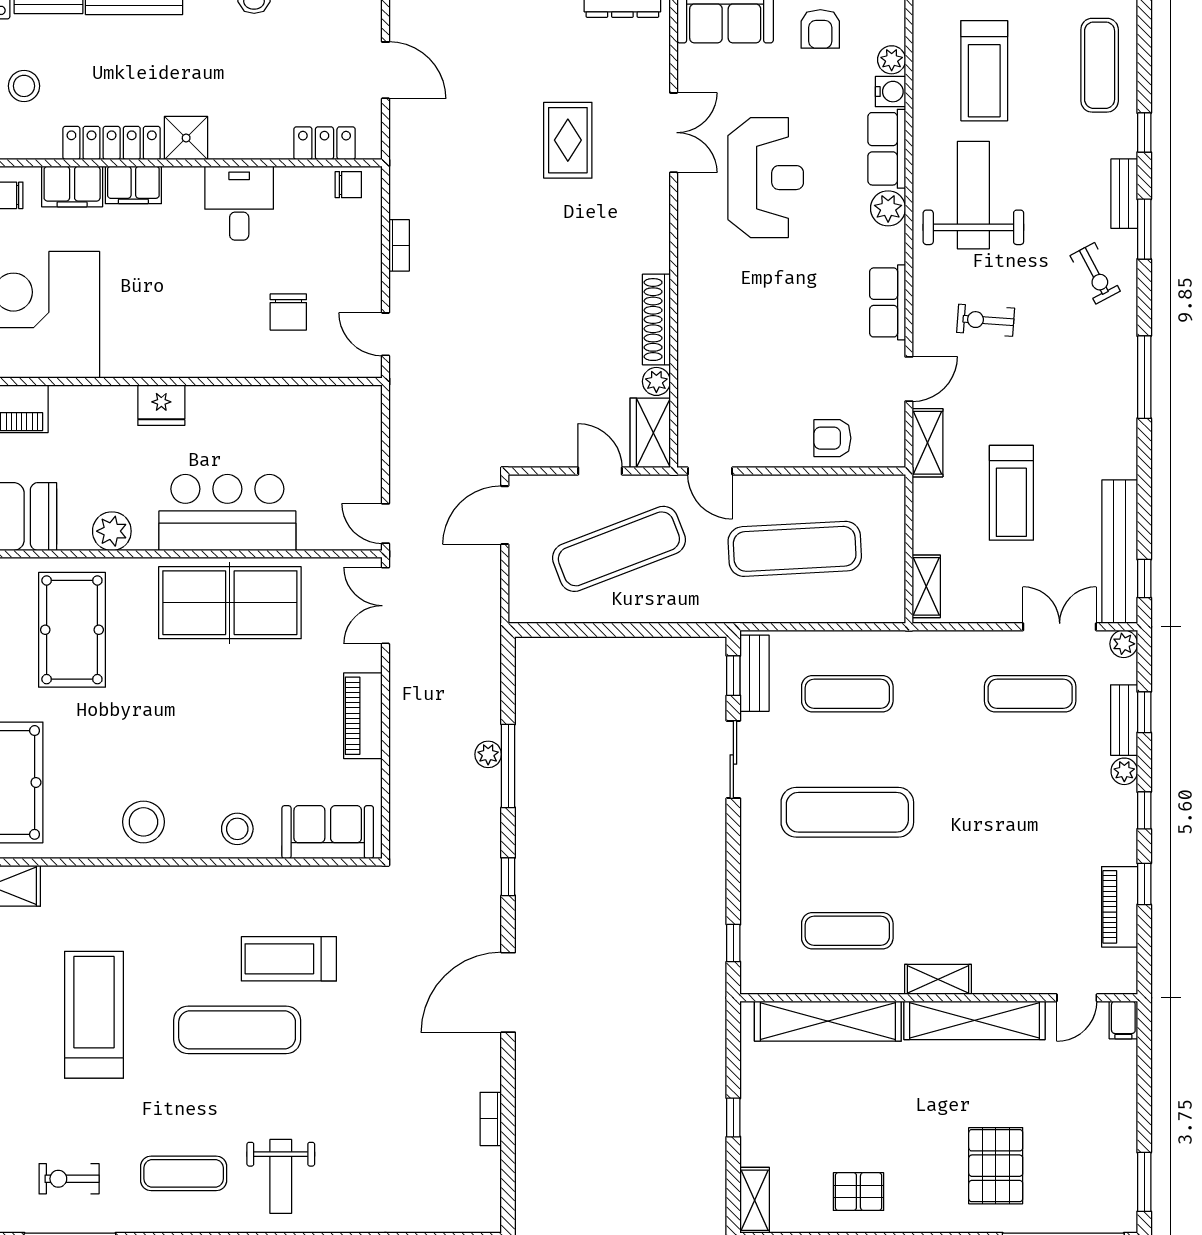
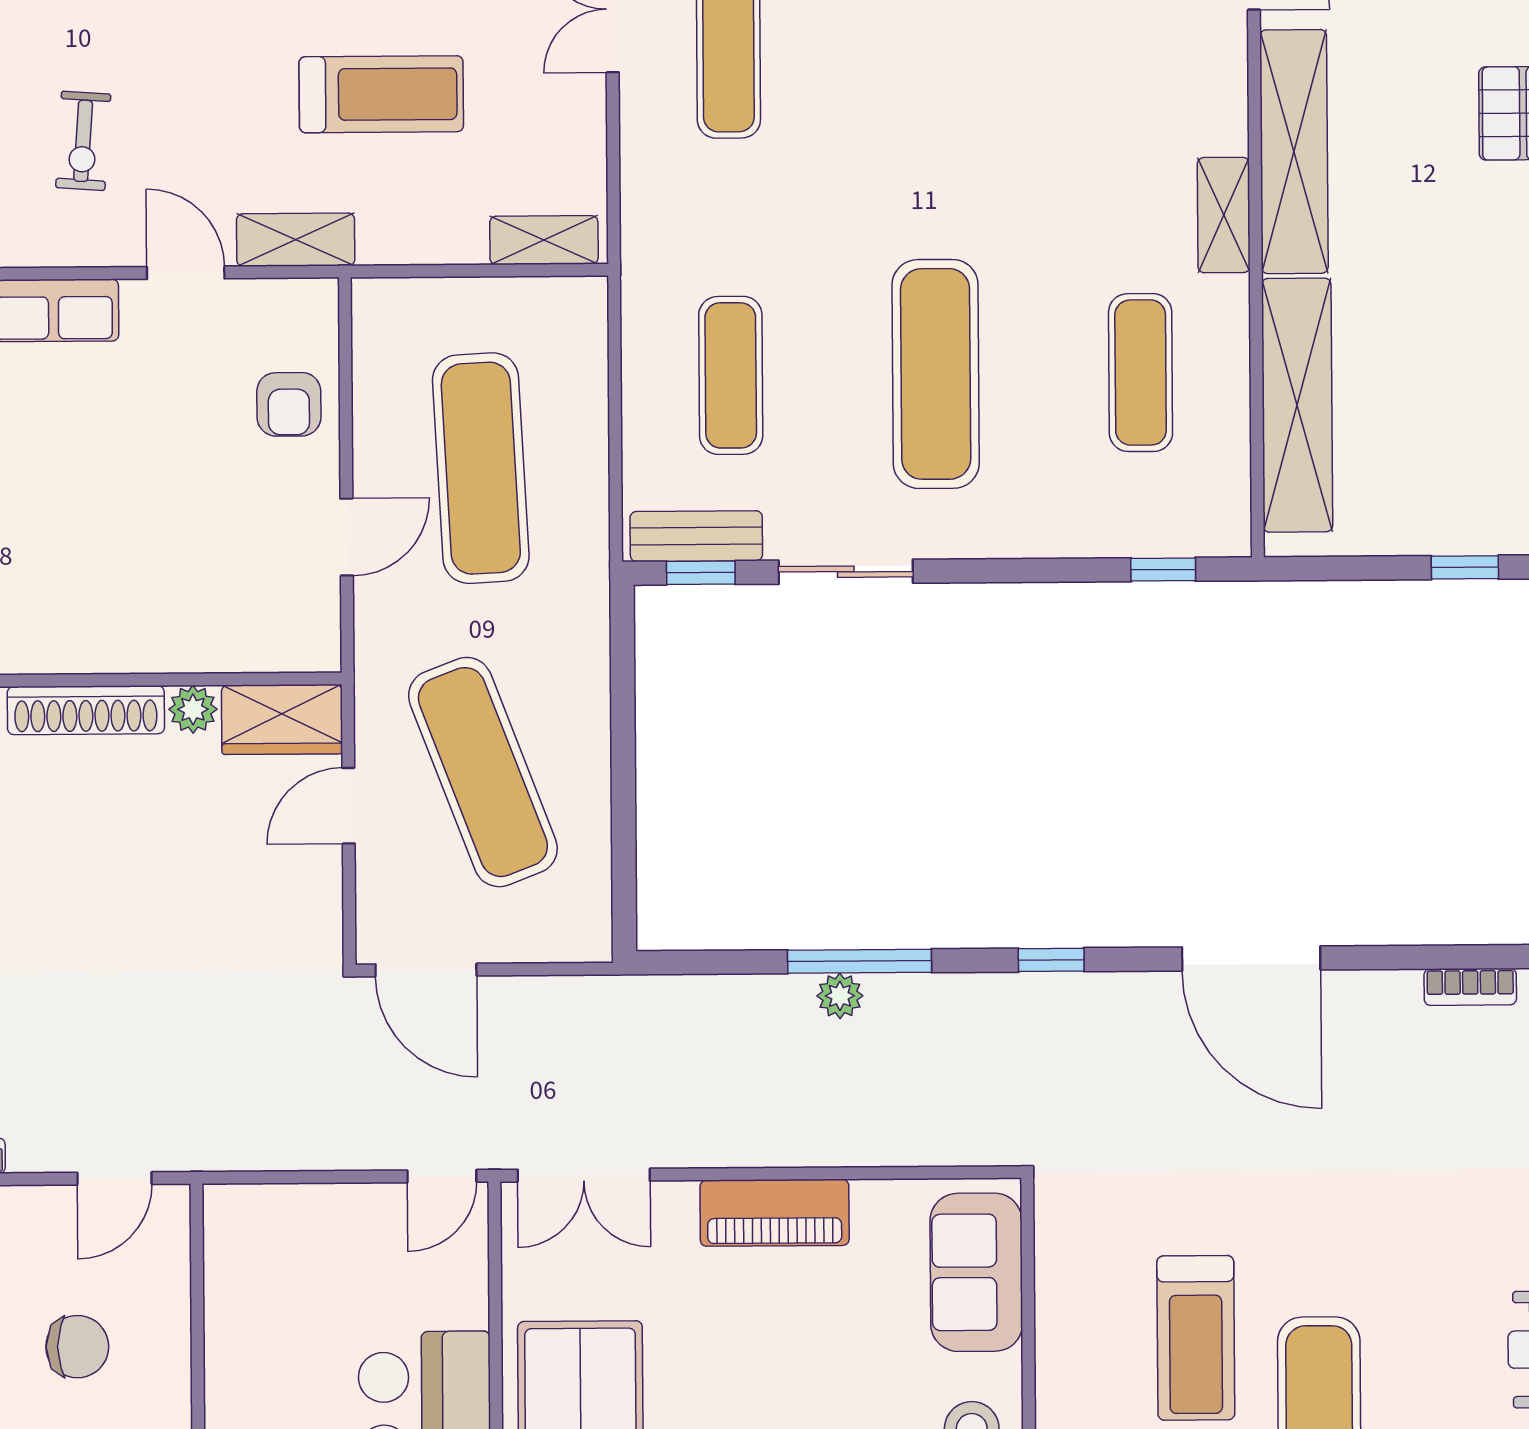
door: (710, 471) -> (347, 537), moved

